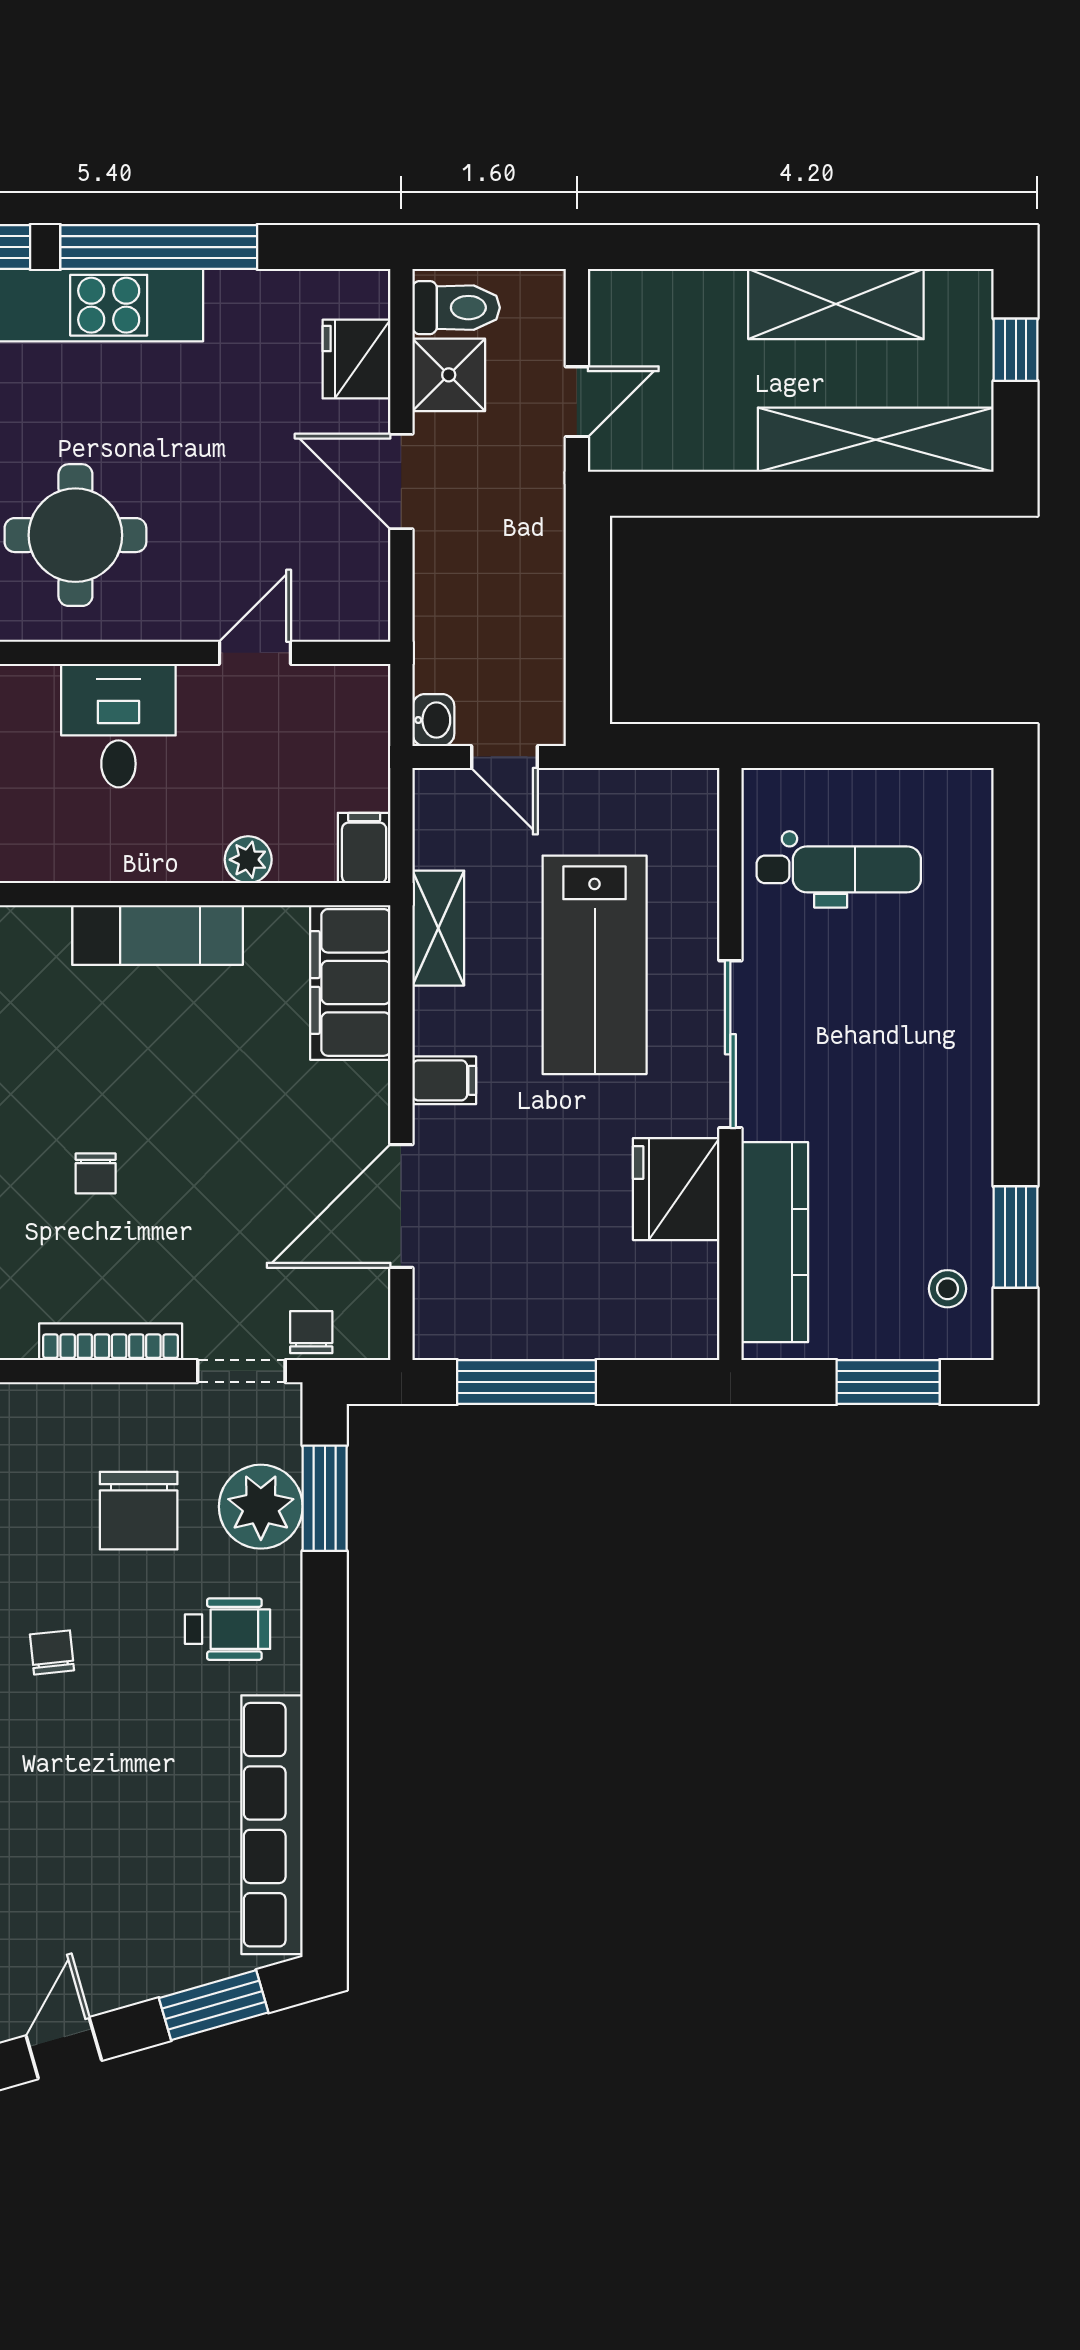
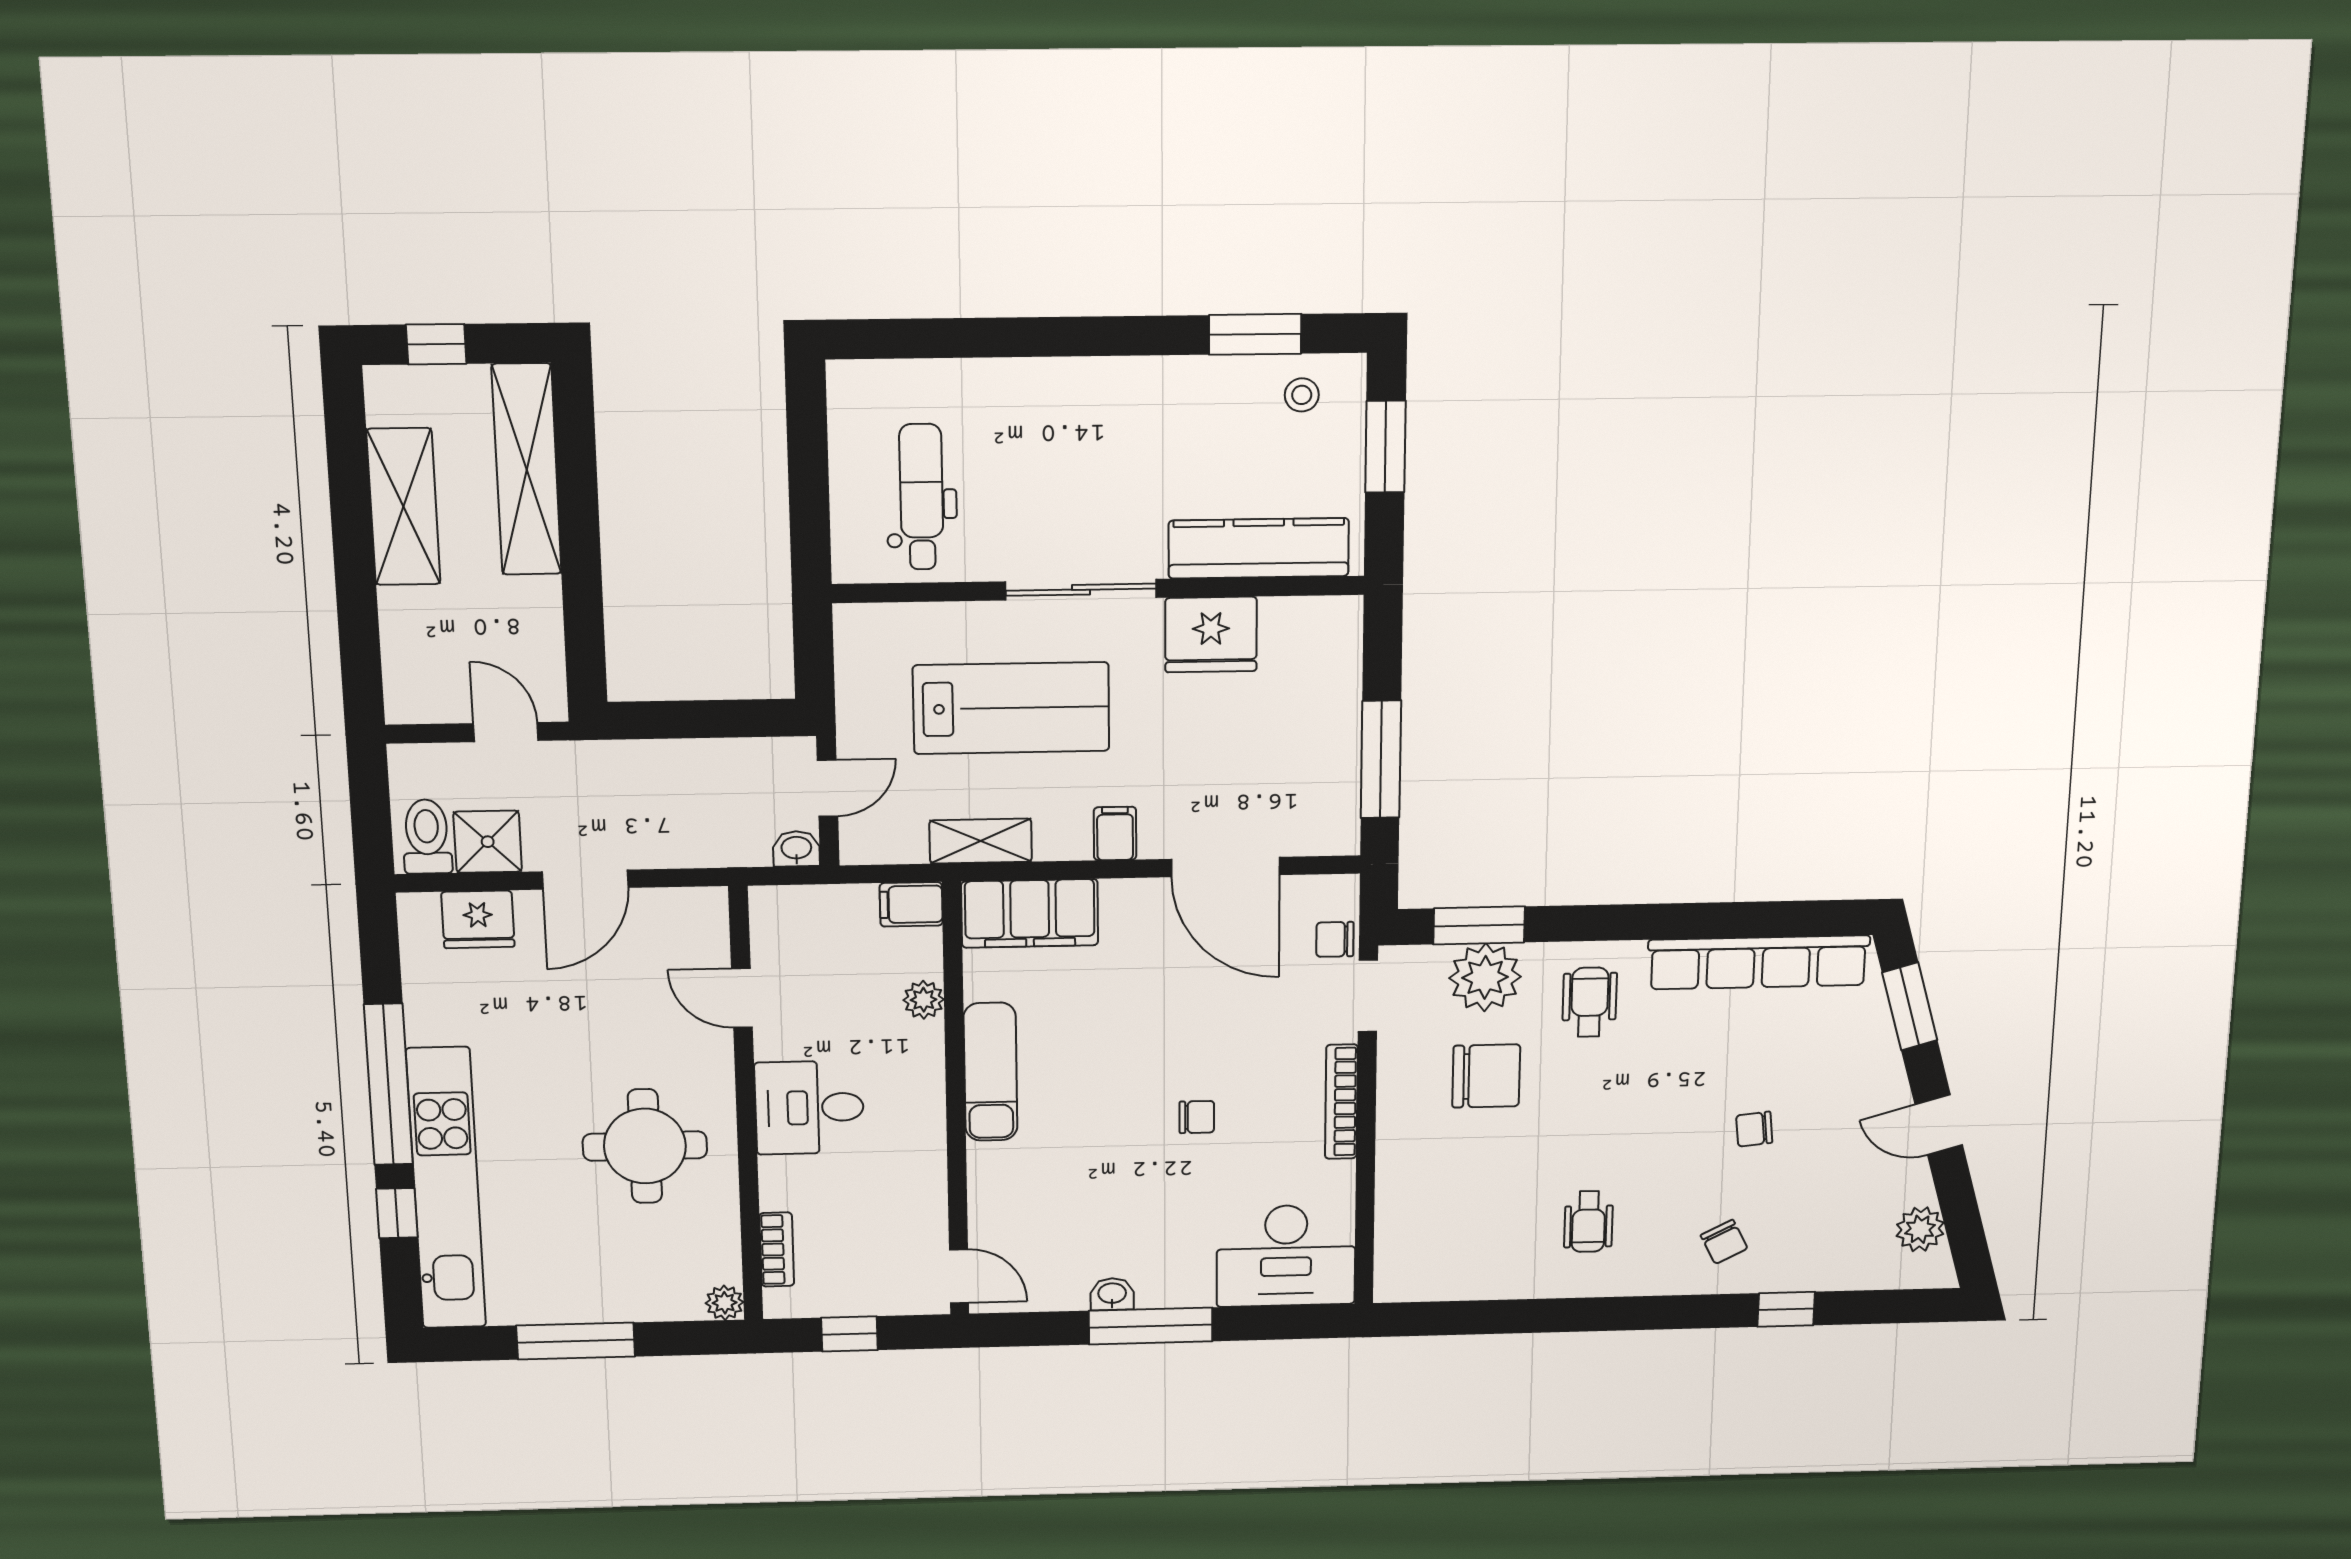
chair: (52, 1652) -> (1754, 1129), moved

